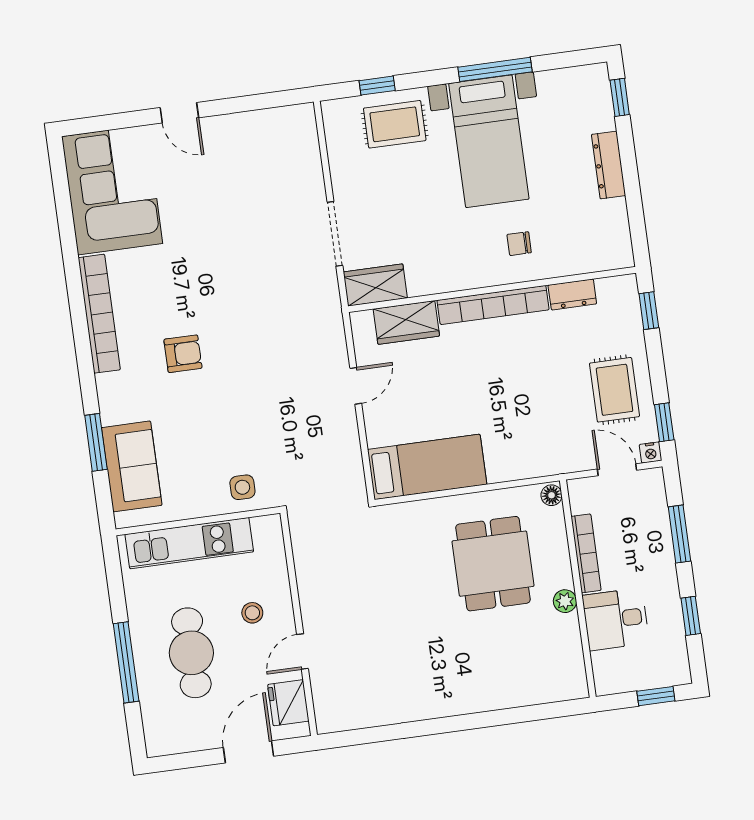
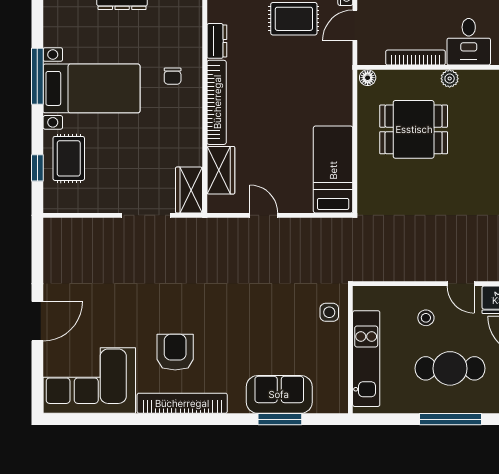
door: (179, 113) -> (37, 321), width x1.38
armchair: (183, 354) -> (175, 352), moved, width x1.38, depth x1.38
sofa: (132, 466) -> (279, 394), moved

